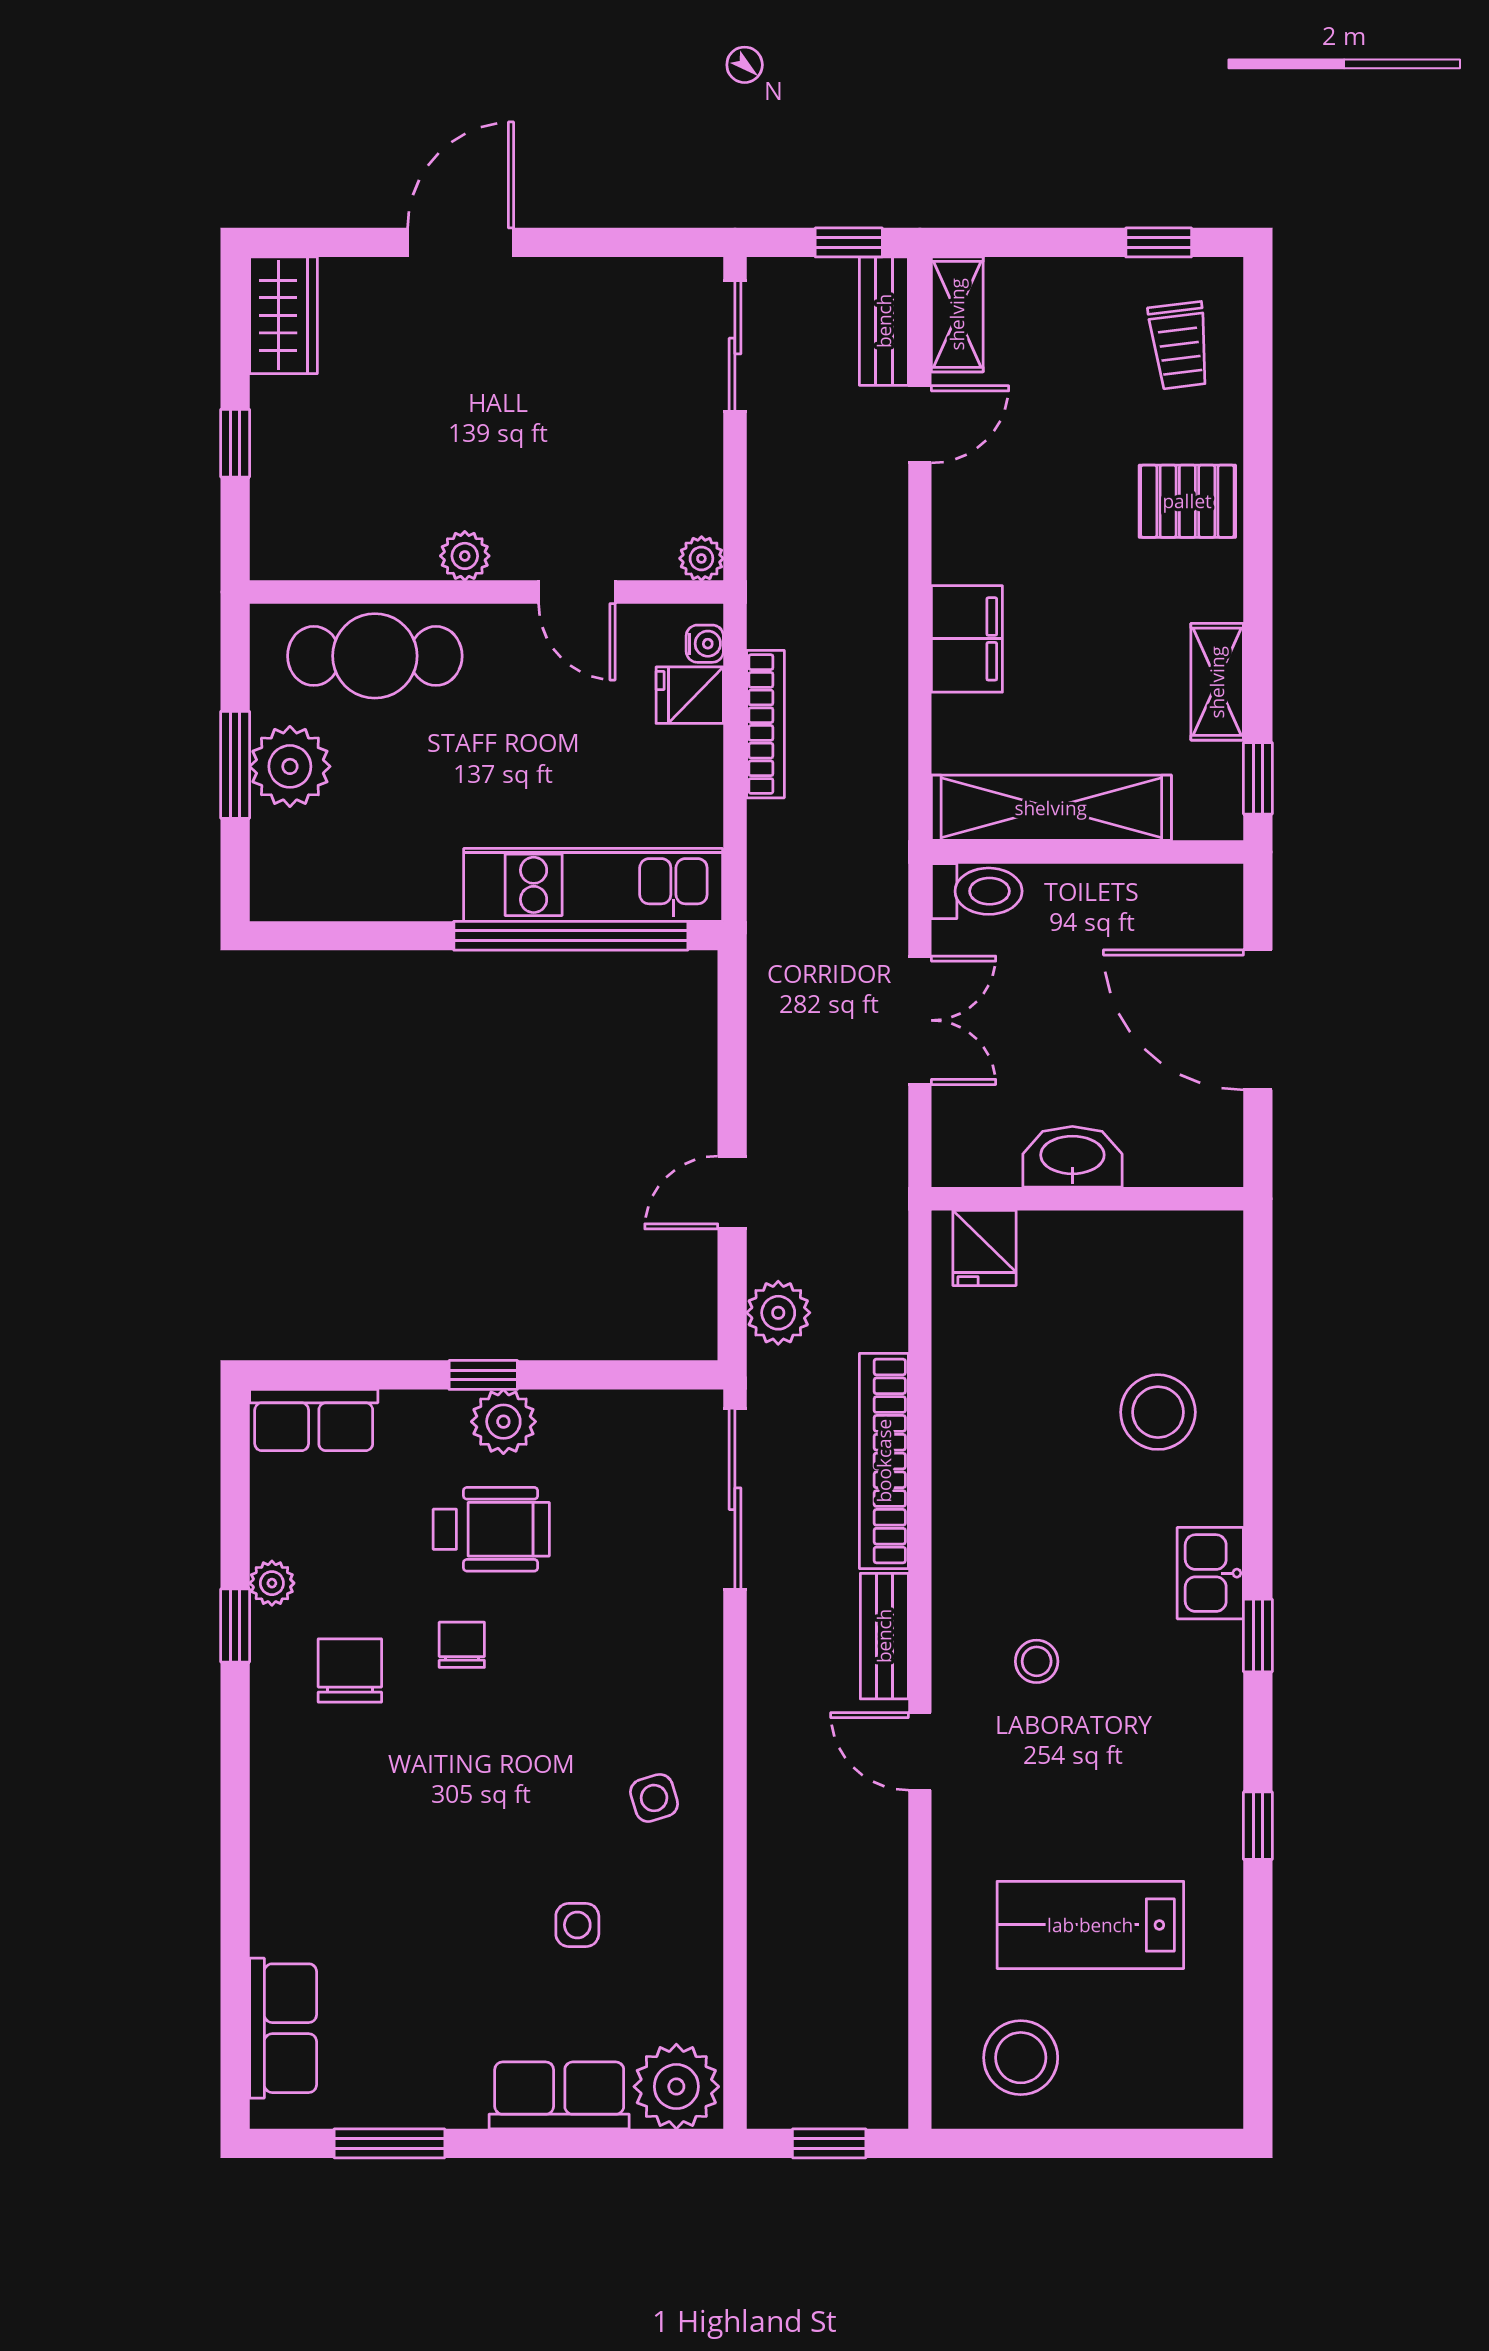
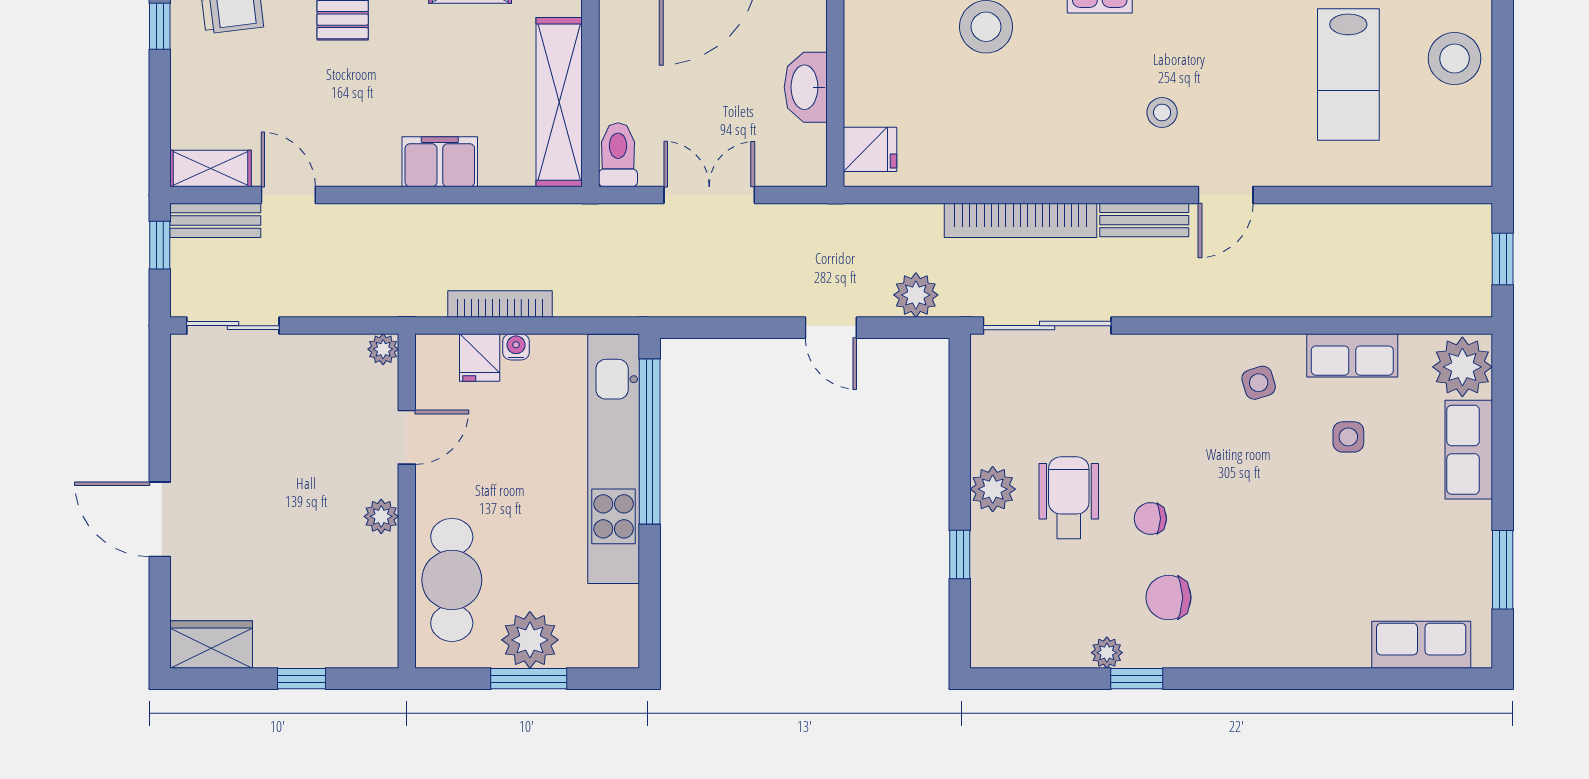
water cooler: (705, 644) -> (516, 347), moved
kitchen unit: (593, 885) -> (614, 459), width x1.36
window: (483, 1375) -> (960, 555), moved
row of seats: (314, 1420) -> (1352, 355), moved, turned 90
stool: (1021, 2058) -> (1455, 58), moved

